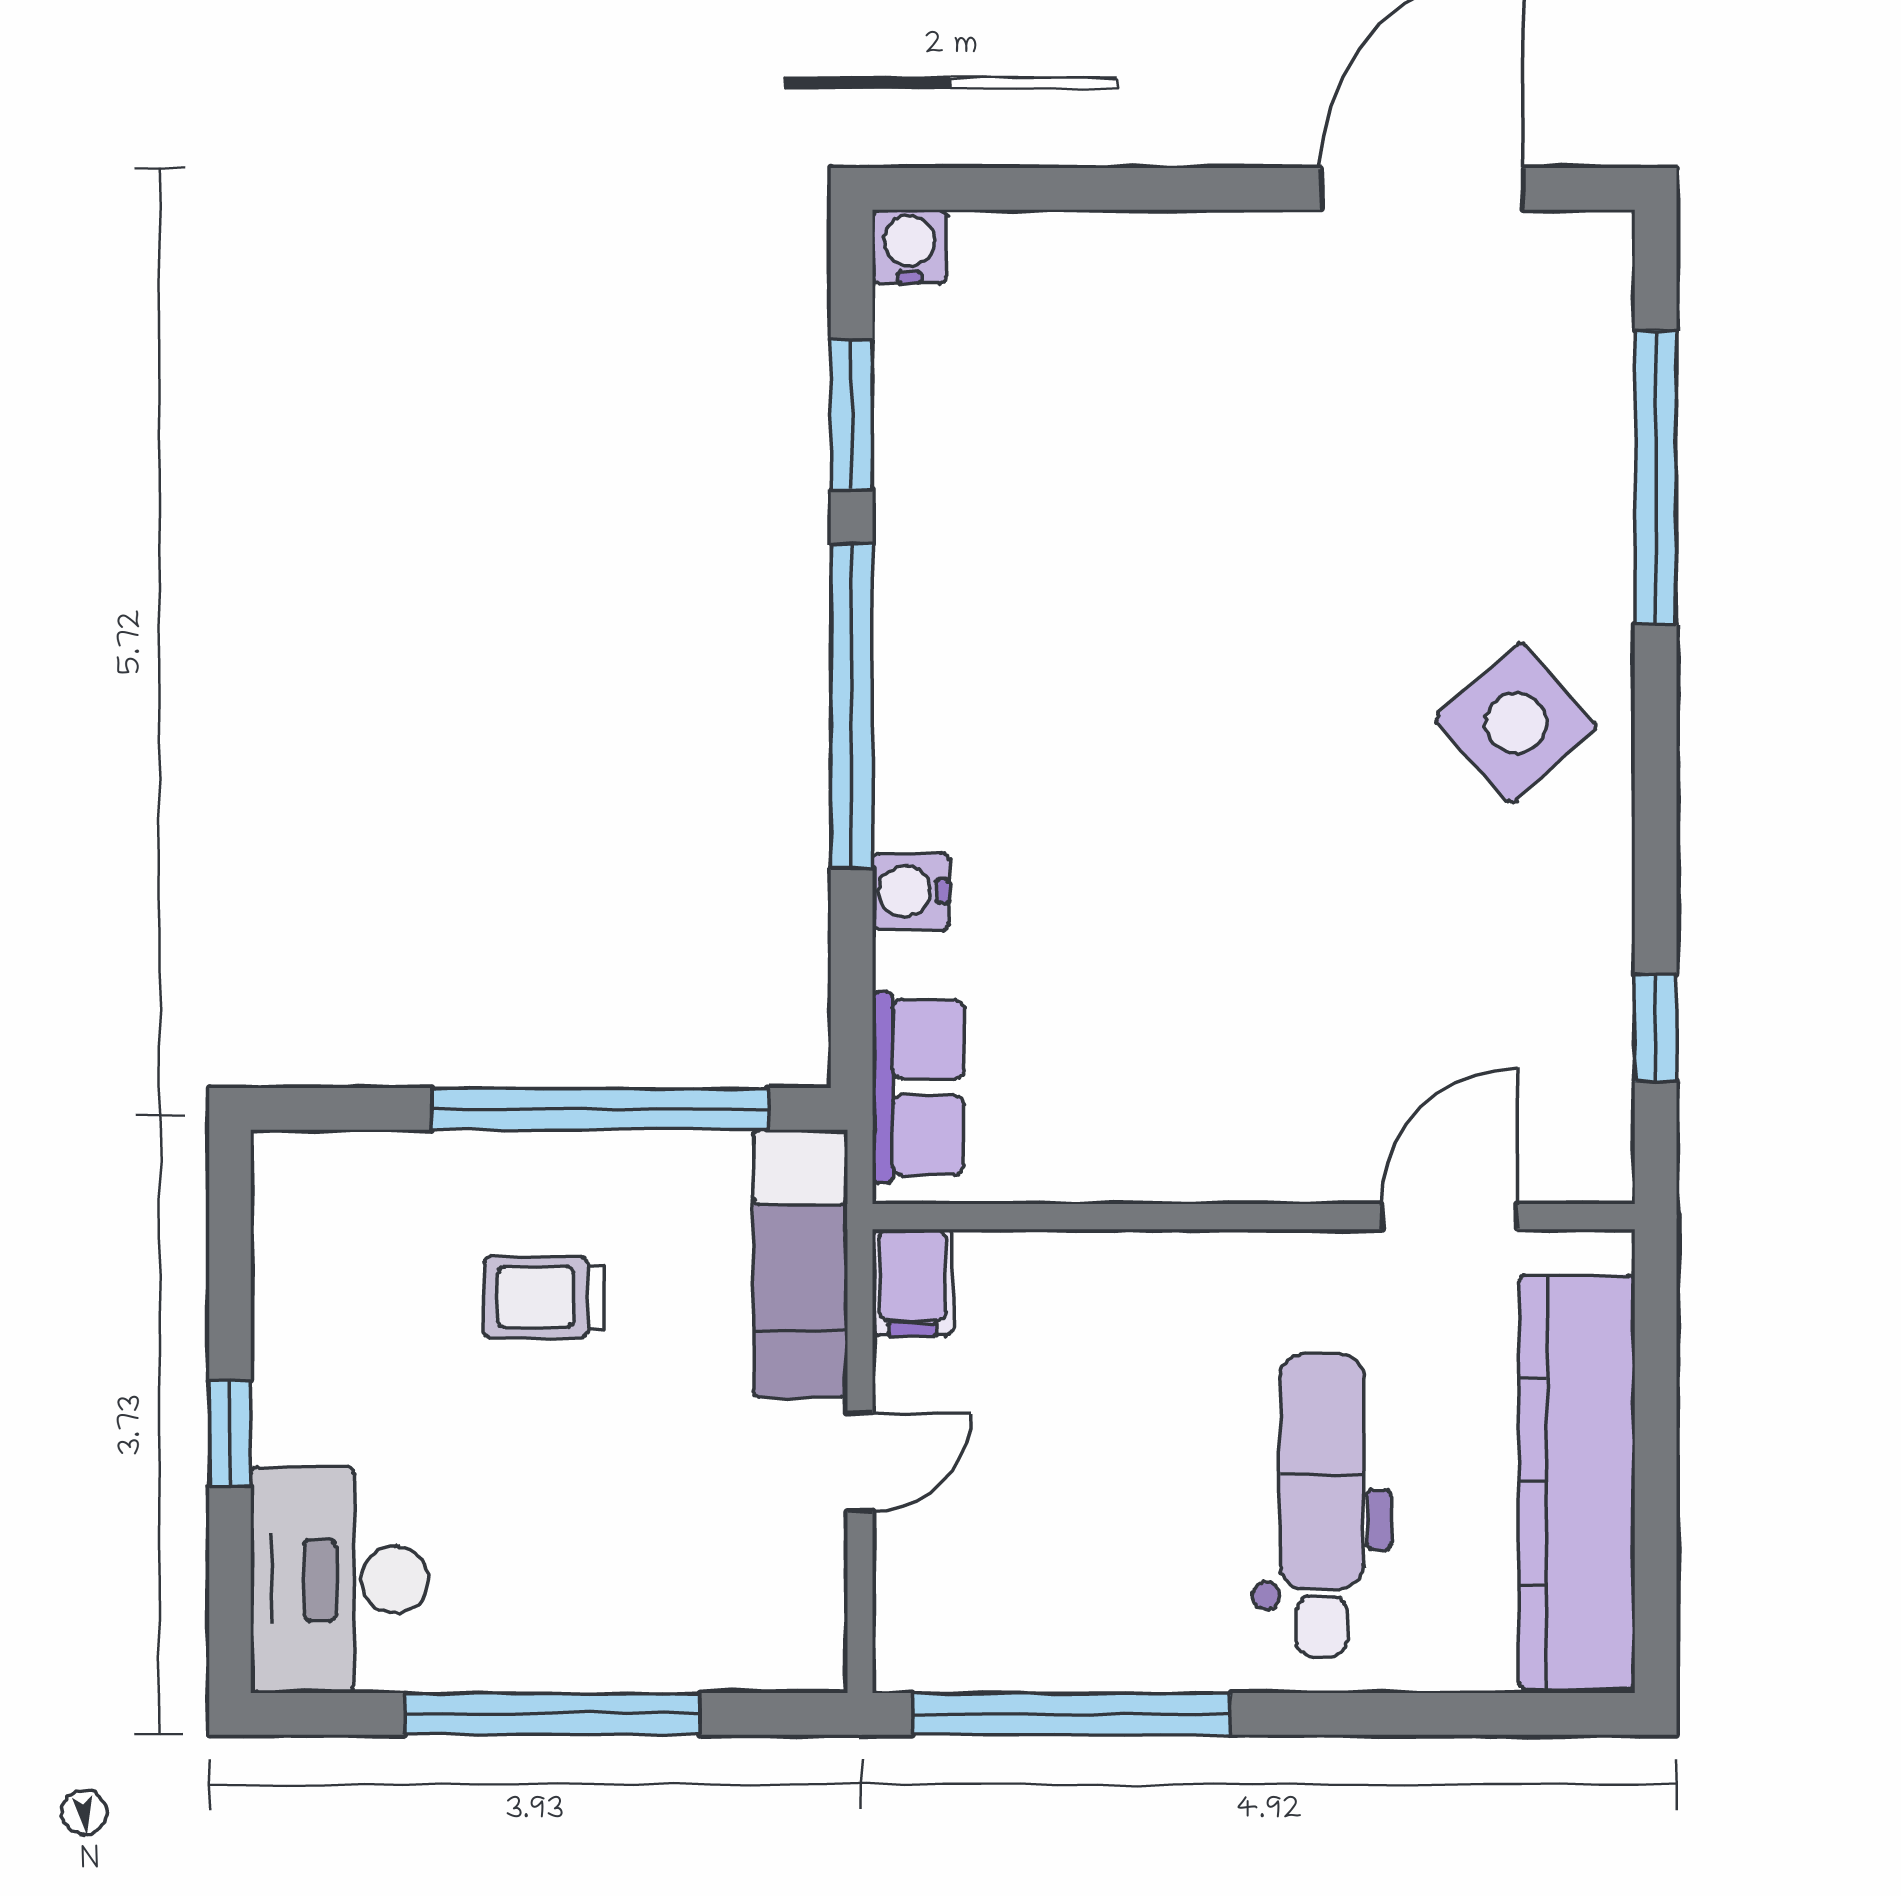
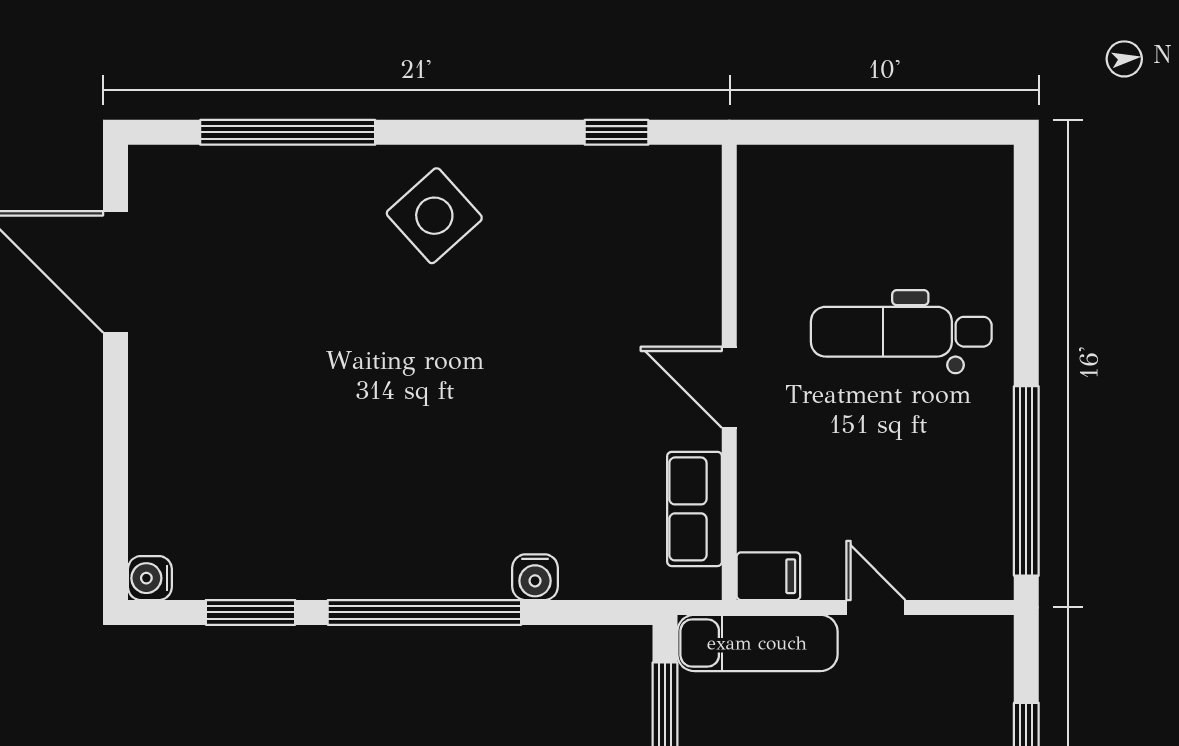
row of seats: (918, 1087) -> (695, 509), moved, turned -90
door: (1449, 1217) -> (729, 387), moved
kitchen counter: (1577, 1482) -> (888, 179), removed

